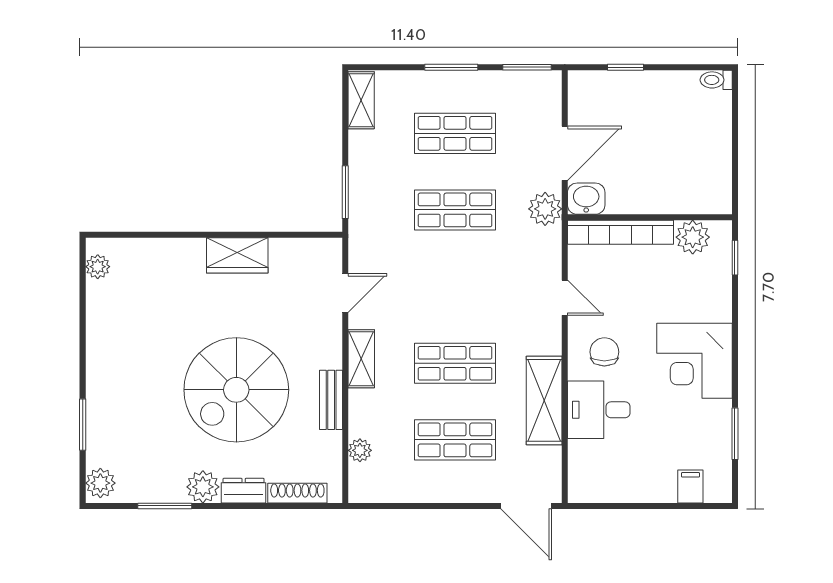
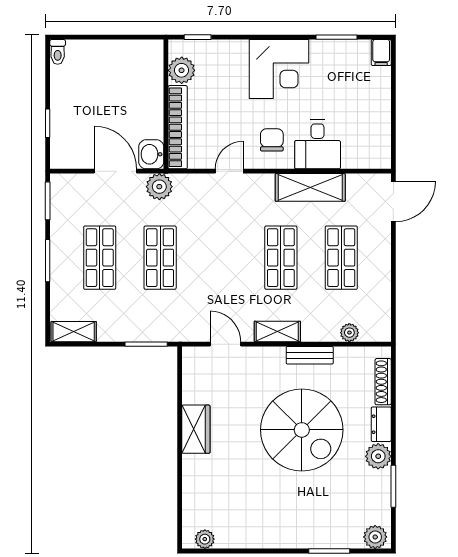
chair: (604, 352) -> (272, 140), turned 90
filing cabinet: (690, 486) -> (381, 52), moved, turned -90

